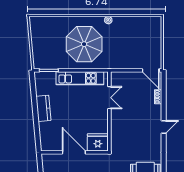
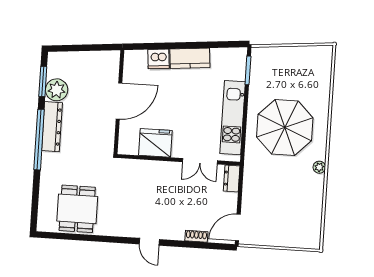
dresser: (119, 76) -> (232, 178), added
dishwasher: (45, 129) -> (158, 59), added
fridge: (98, 142) -> (155, 143), moved, turned -90

